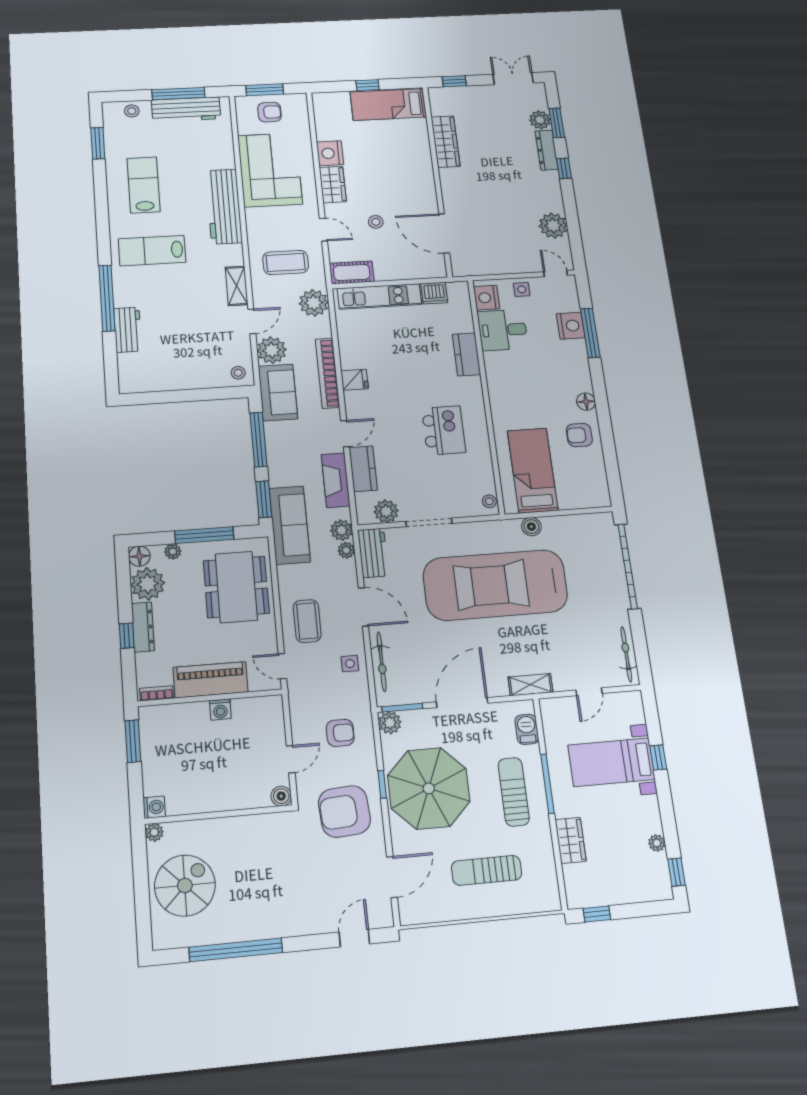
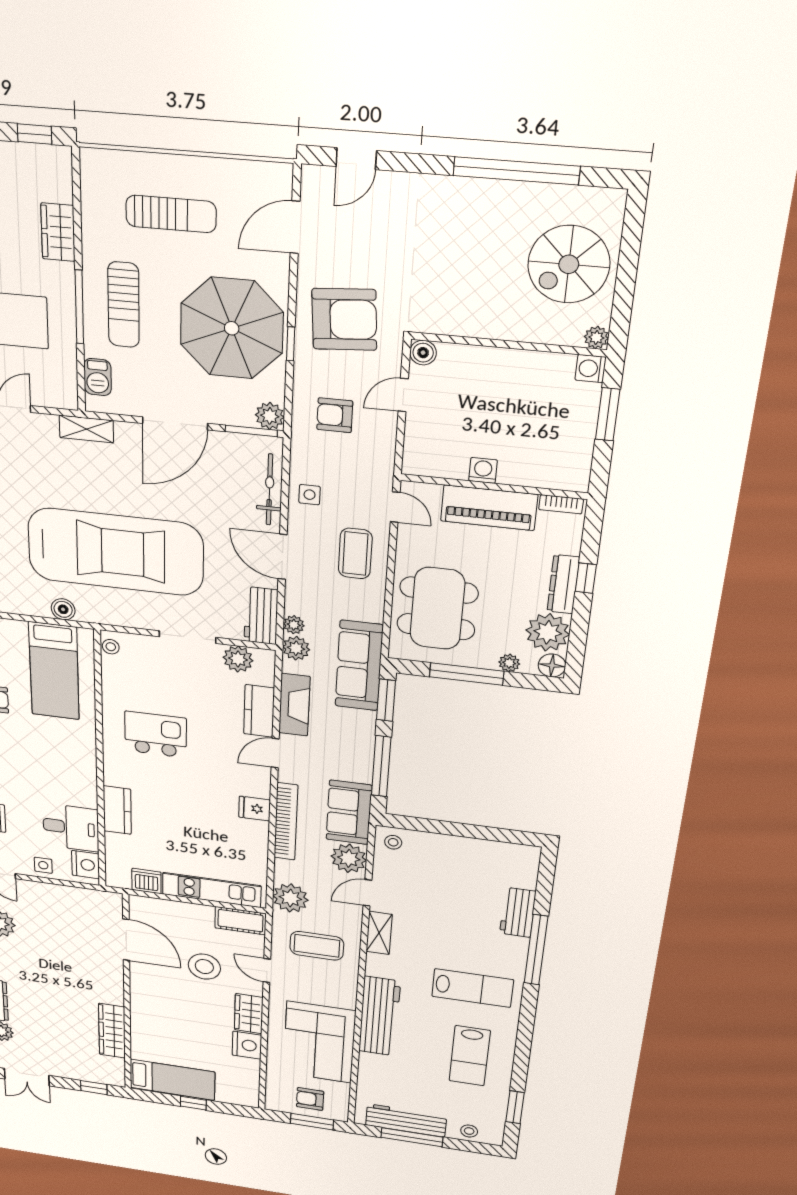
stool: (376, 222) -> (204, 967), width x1.89, depth x1.89
kitchen island: (444, 430) -> (156, 734), turned 90
window: (133, 741) -> (608, 414), moved

